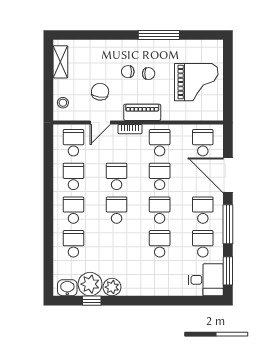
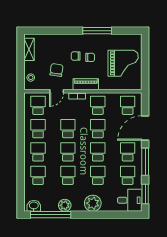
door: (228, 175) -> (145, 128), hinge flipped
school desk: (117, 244) -> (68, 175), added
plant: (90, 284) -> (93, 203), moved
window: (92, 301) -> (51, 215), width x3.17

